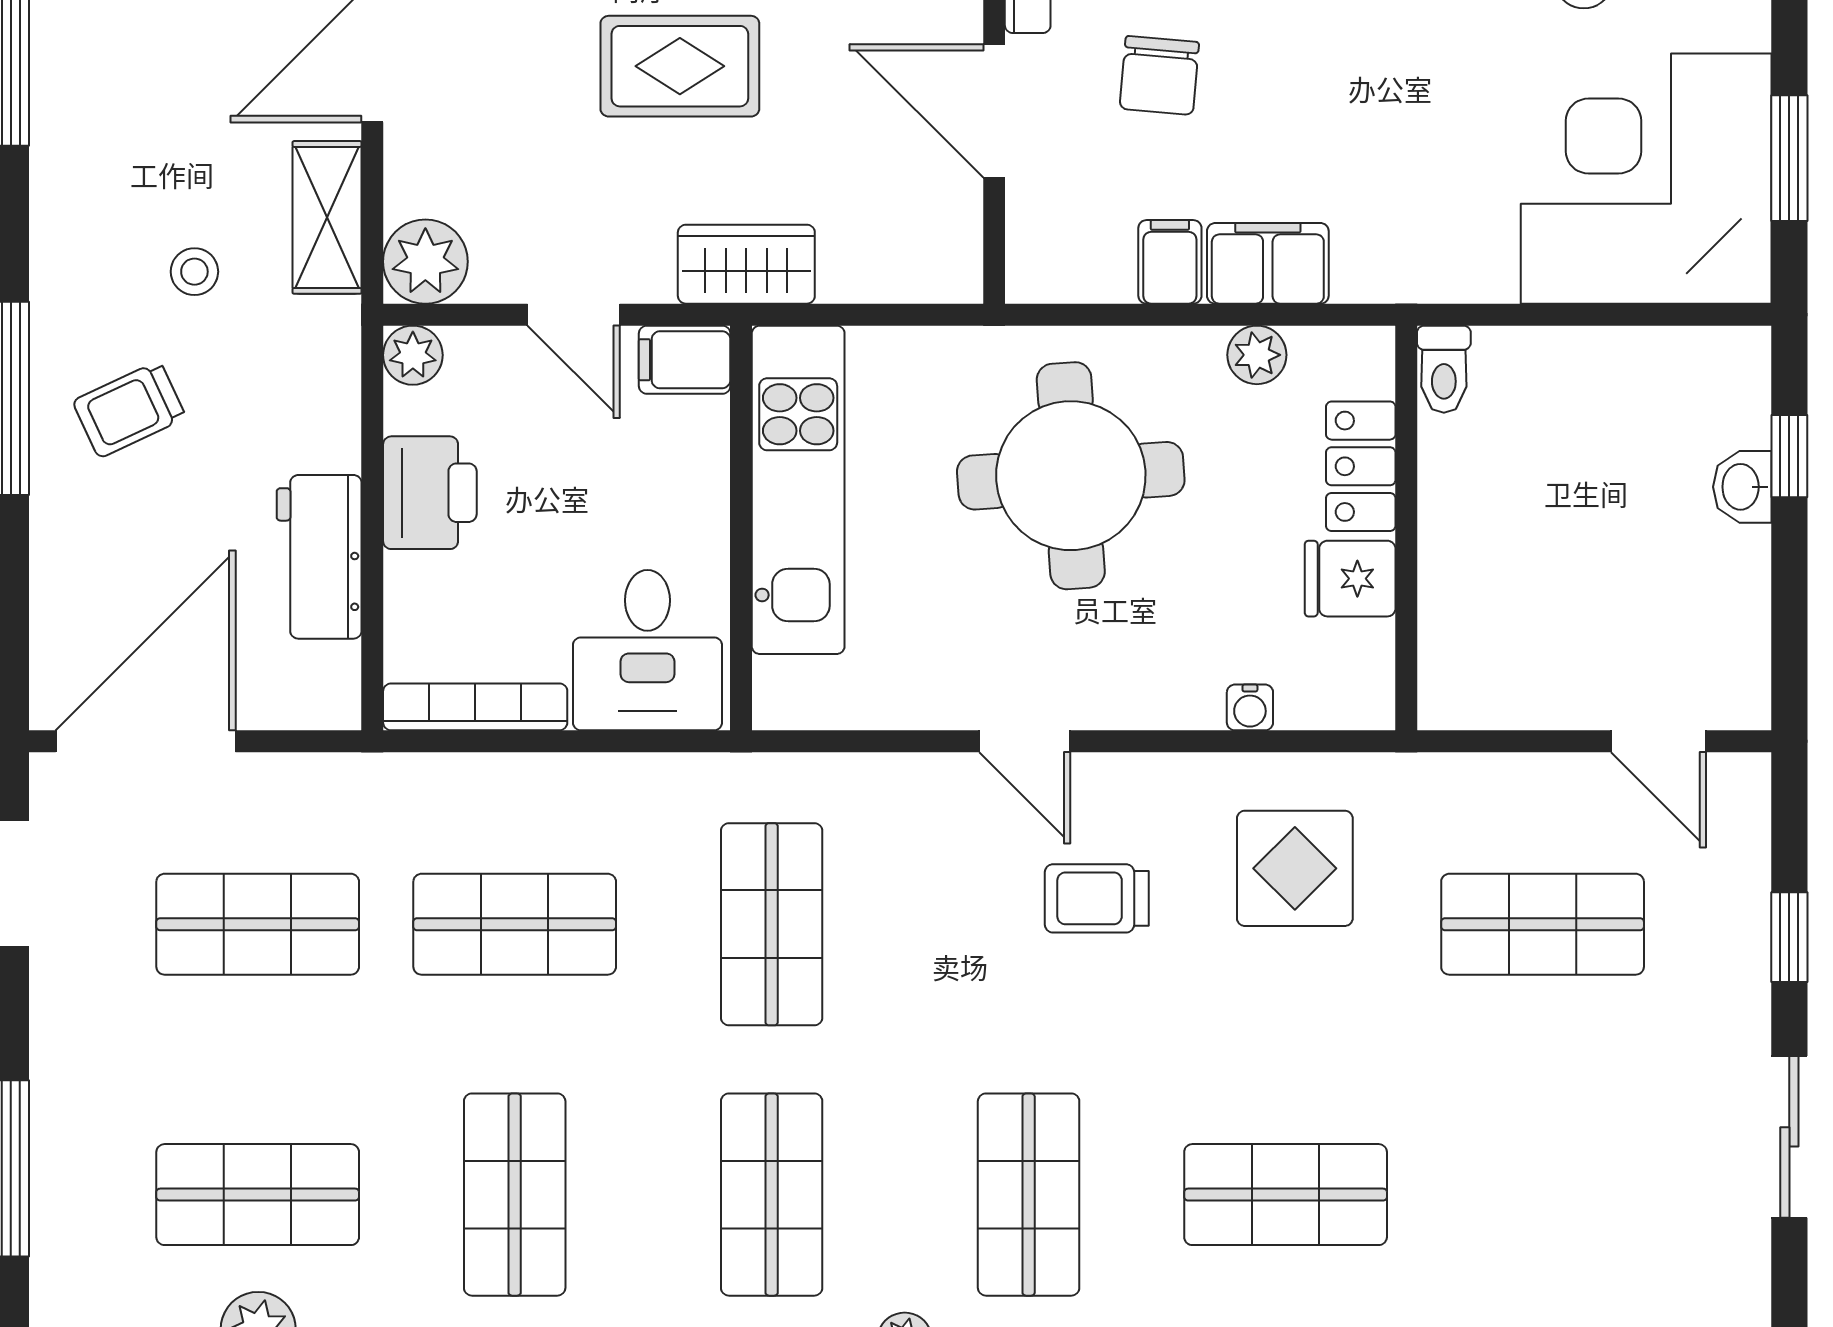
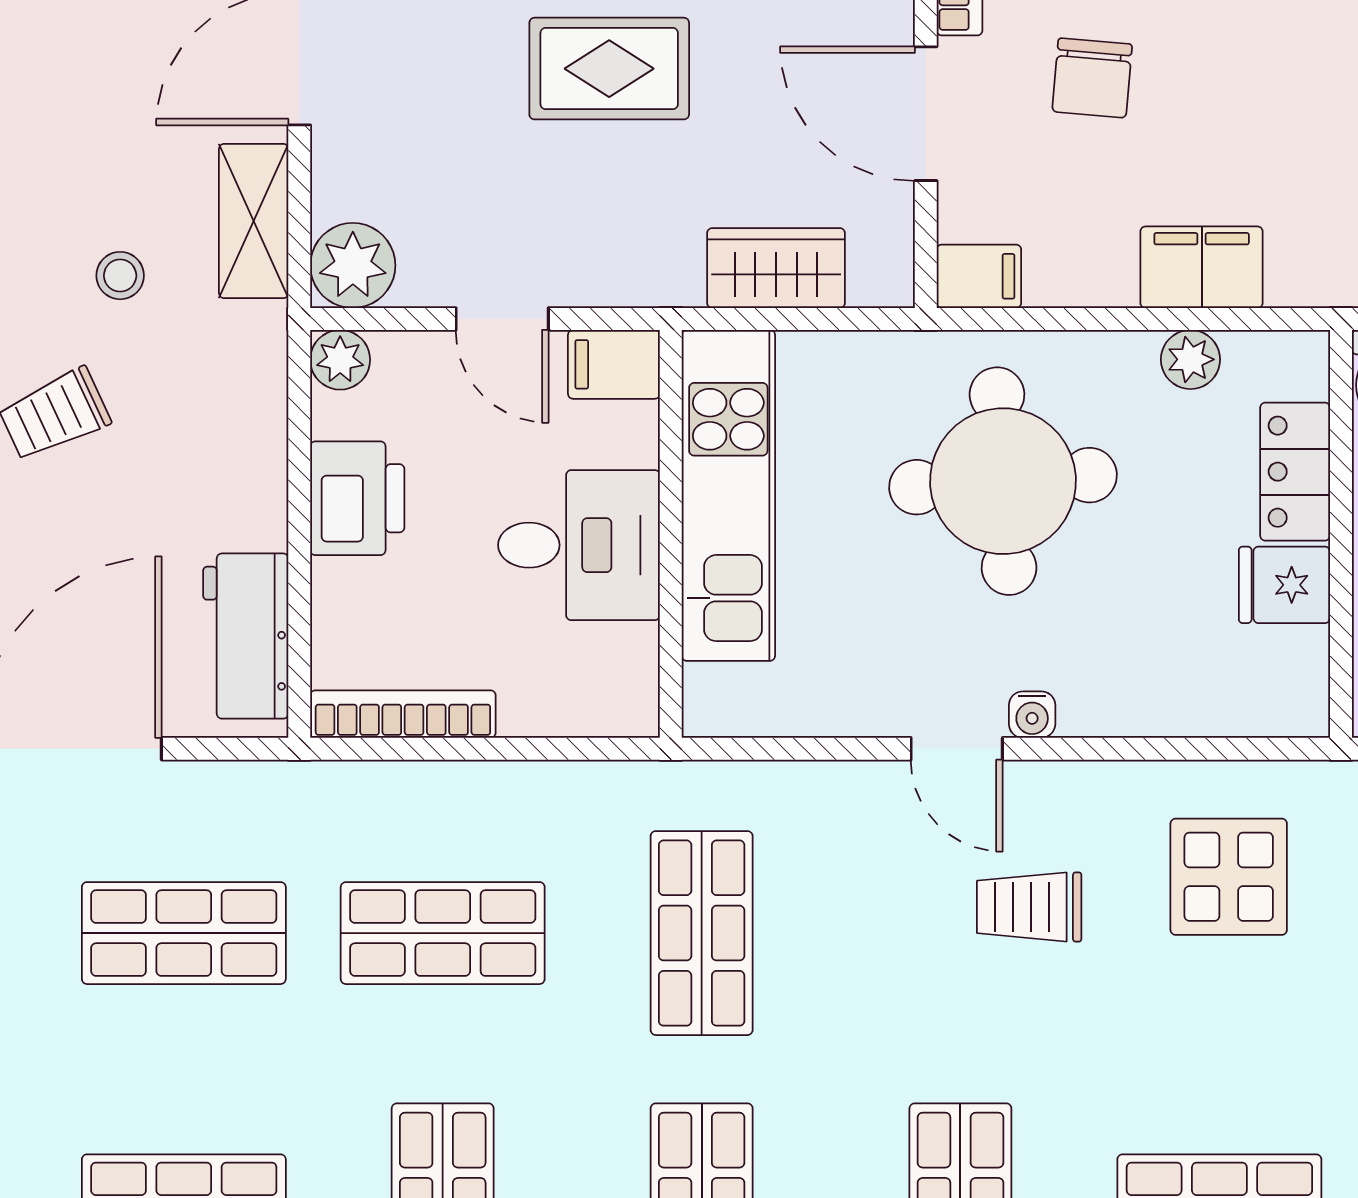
filing cabinet: (1170, 262) -> (979, 276), moved, turned 90
wardrobe: (746, 264) -> (776, 268), moved
workbench: (319, 557) -> (246, 636), moved
desk: (647, 650) -> (579, 545), moved, turned -90
water cooler: (1250, 707) -> (1032, 715), moved

